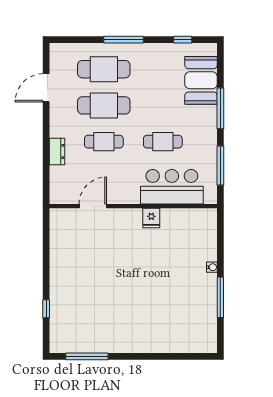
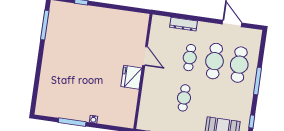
dresser: (57, 152) -> (184, 24), width x1.44
bar counter: (172, 187) -> (152, 100), removed
door: (93, 206) -> (145, 56), moved
fridge: (151, 218) -> (131, 77), width x1.88, depth x1.34

